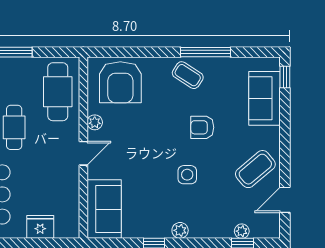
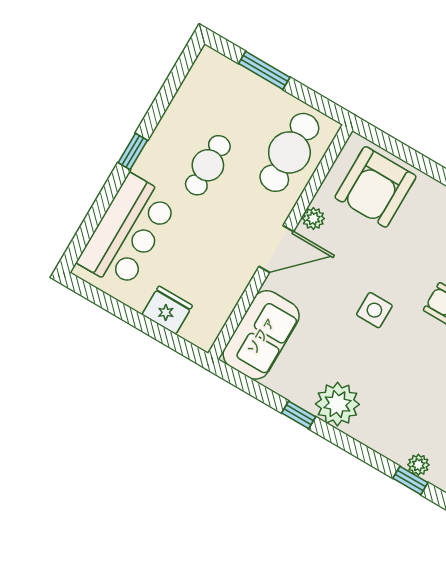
door: (83, 153) -> (276, 249), width x1.38
side table: (187, 175) -> (374, 310), moved
plant: (180, 230) -> (337, 404), width x1.87, depth x1.87

